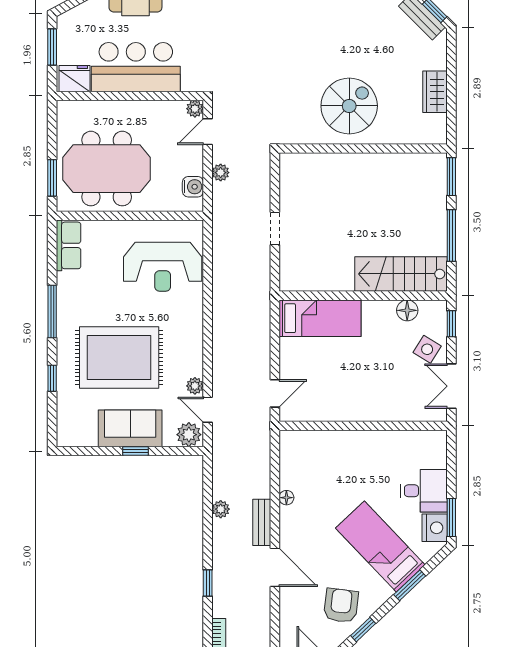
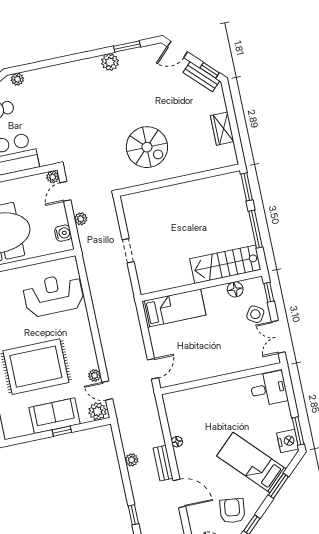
spiral stairs: (349, 106) -> (147, 147), moved, turned 90
reception desk: (163, 267) -> (53, 295), turned 180
desk: (424, 491) -> (269, 389), moved

